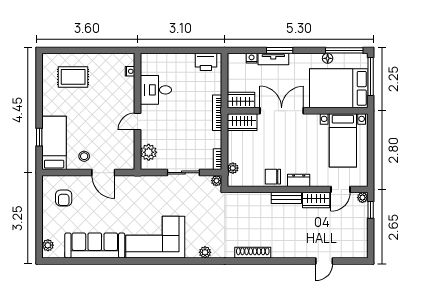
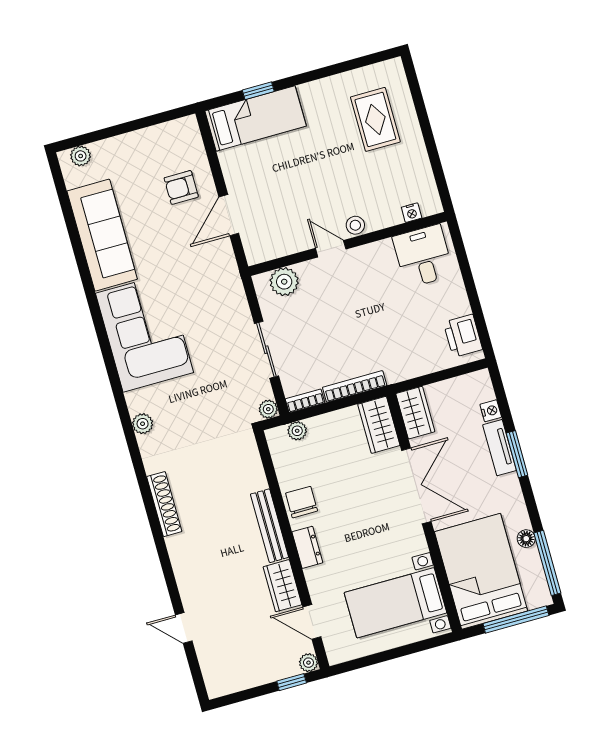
desk: (156, 90) -> (423, 256), moved
bookcase: (217, 113) -> (355, 386), moved
stool: (84, 156) -> (355, 225), moved
armchair: (64, 198) -> (181, 187), moved
bench: (286, 198) -> (270, 526), width x1.36

